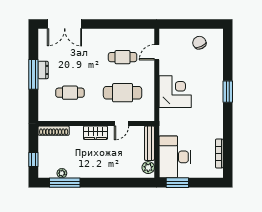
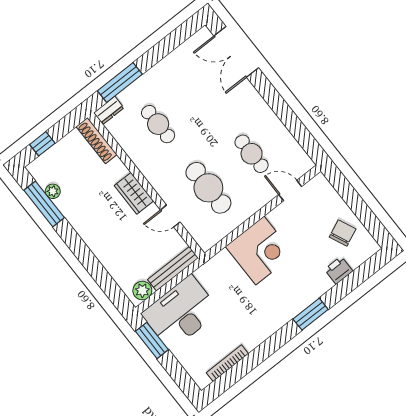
printer: (217, 60) -> (339, 270), added
dresser: (43, 70) -> (109, 110), moved
window: (33, 74) -> (120, 82), moved

